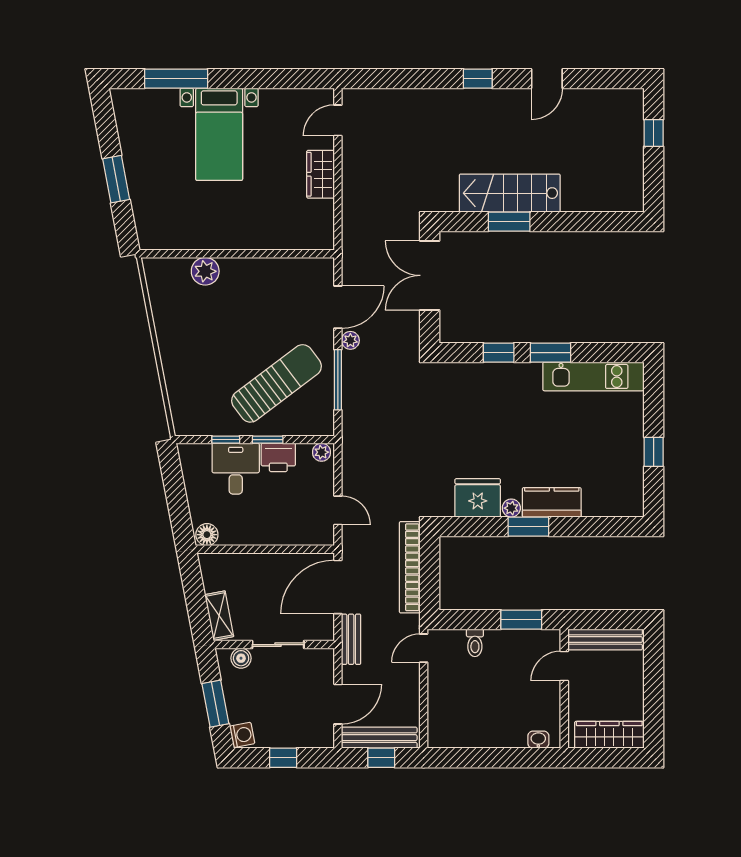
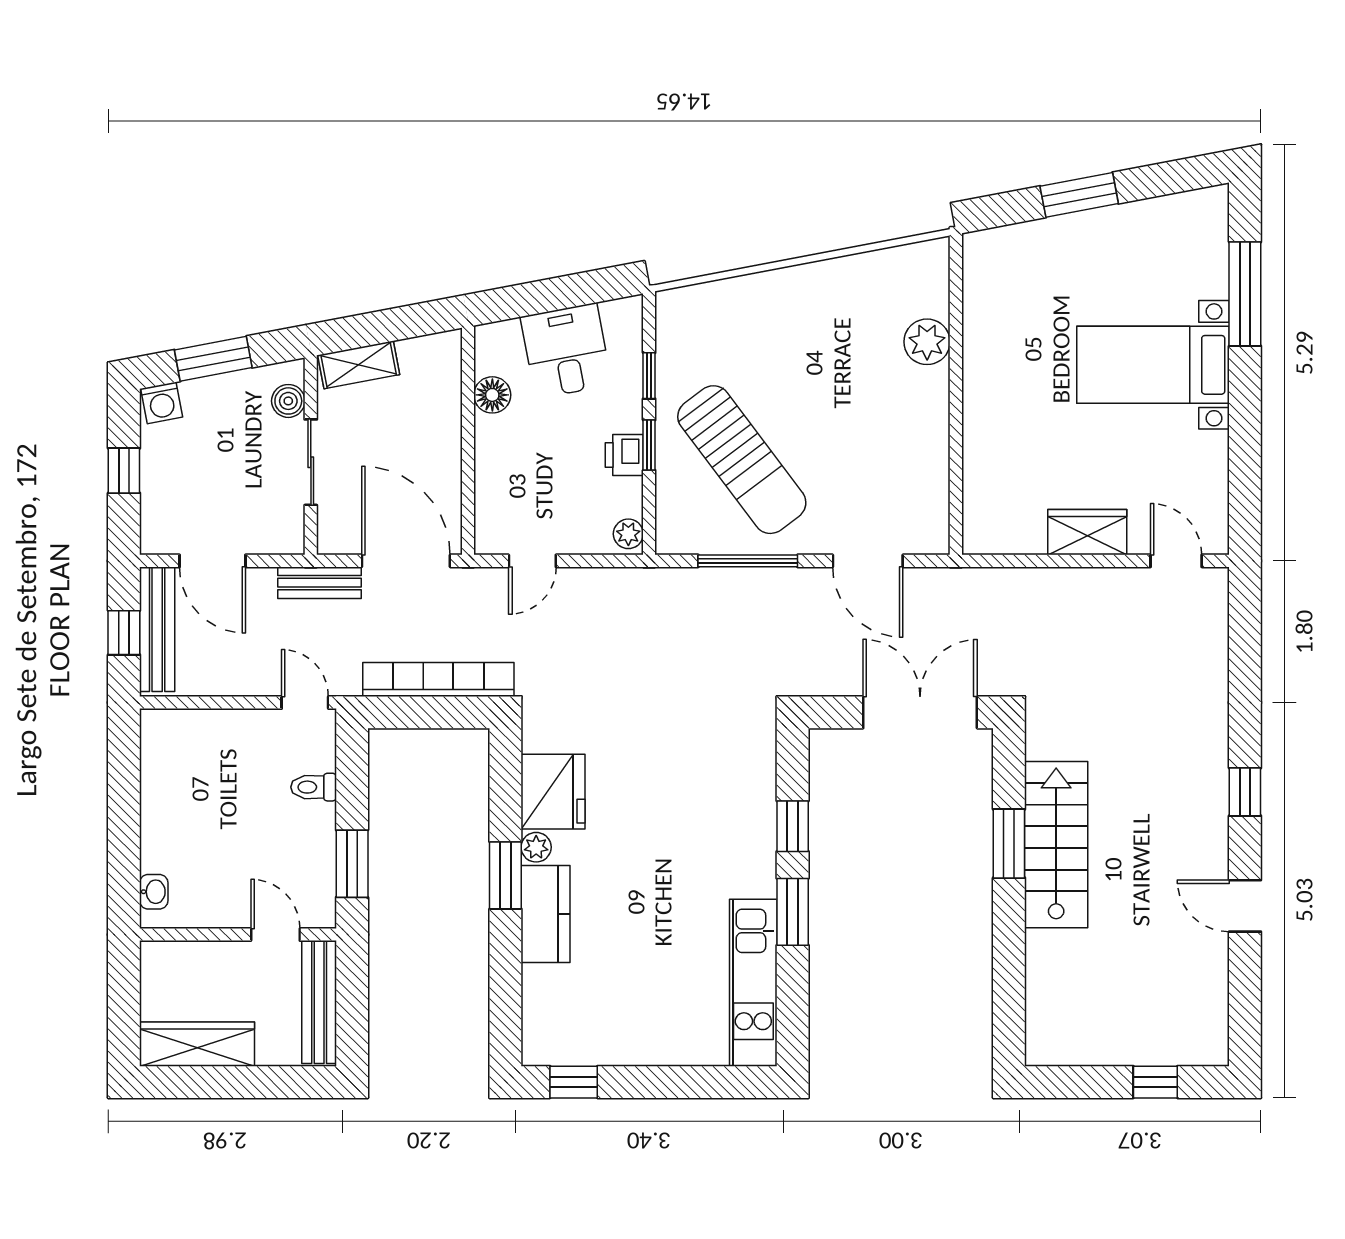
plant: (350, 340) -> (813, 582), removed
window: (654, 452) -> (574, 1082), moved
printer: (278, 457) -> (624, 455), width x0.73, depth x0.81
desk: (236, 469) -> (566, 351), moved, turned -101
floor lamp: (207, 535) -> (492, 395), moved
wardrobe: (609, 735) -> (197, 1044), moved, turned -90

